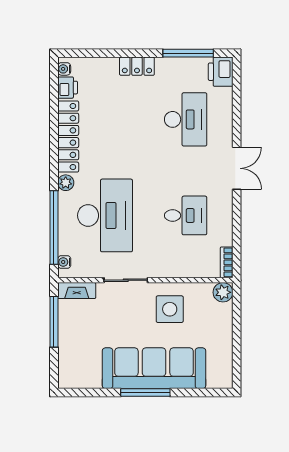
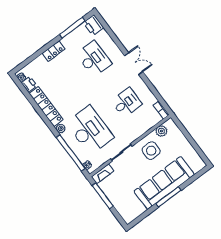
plant: (223, 292) -> (161, 131), moved

